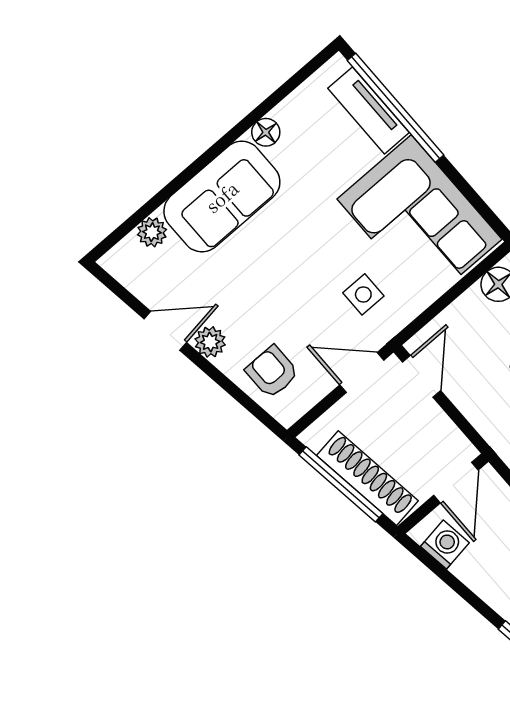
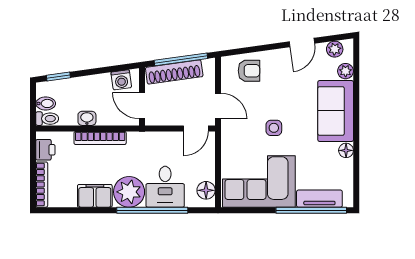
side table: (363, 294) -> (274, 128), moved
plant: (210, 342) -> (335, 49), moved
door: (362, 373) -> (218, 106), hinge flipped
door: (422, 376) -> (196, 128), hinge flipped

